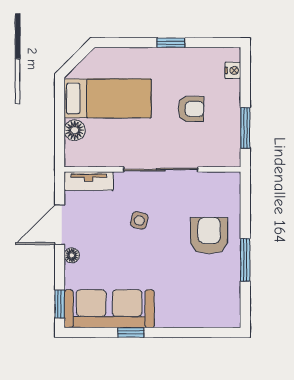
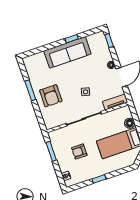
sofa: (109, 309) -> (67, 52), moved

